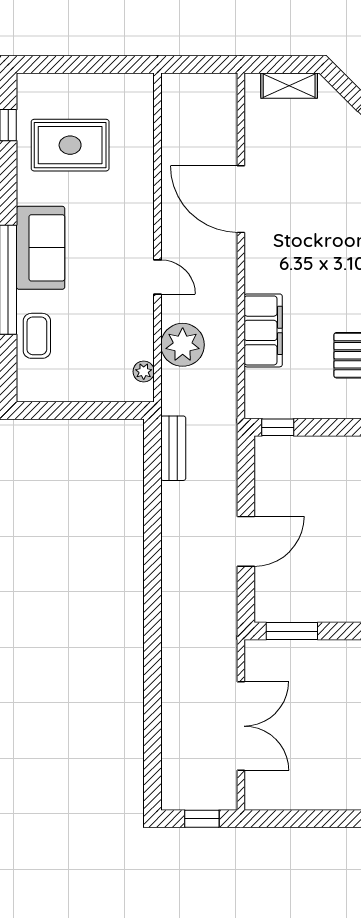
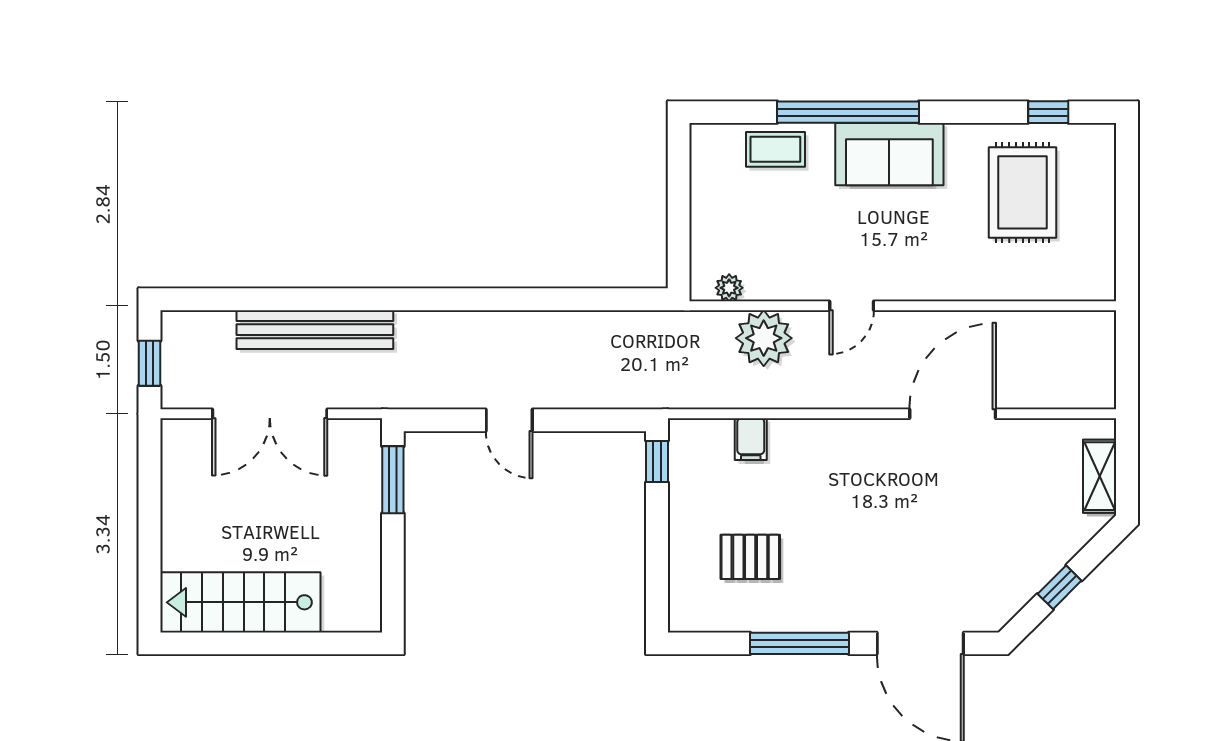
filing cabinet: (263, 330) -> (751, 439), width x0.33, depth x0.86
bench: (173, 448) -> (315, 330), moved, width x1.86, depth x1.21
door: (246, 541) -> (509, 420), width x0.73

